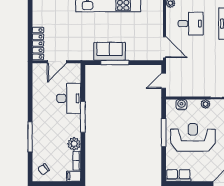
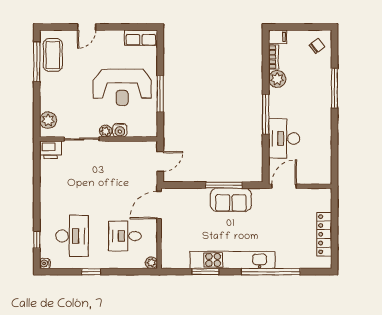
locker: (38, 43) -> (324, 234), moved
door: (165, 47) -> (159, 205), hinge flipped
door: (57, 62) -> (284, 186), moved
water cooler: (181, 105) -> (120, 130), moved

